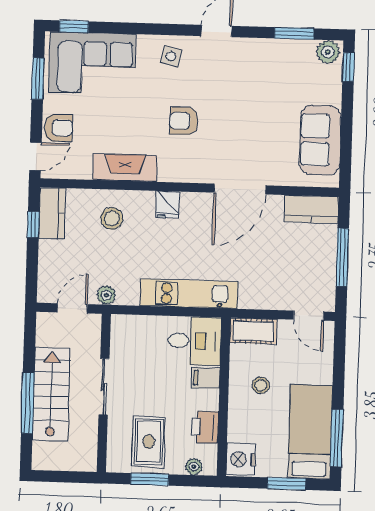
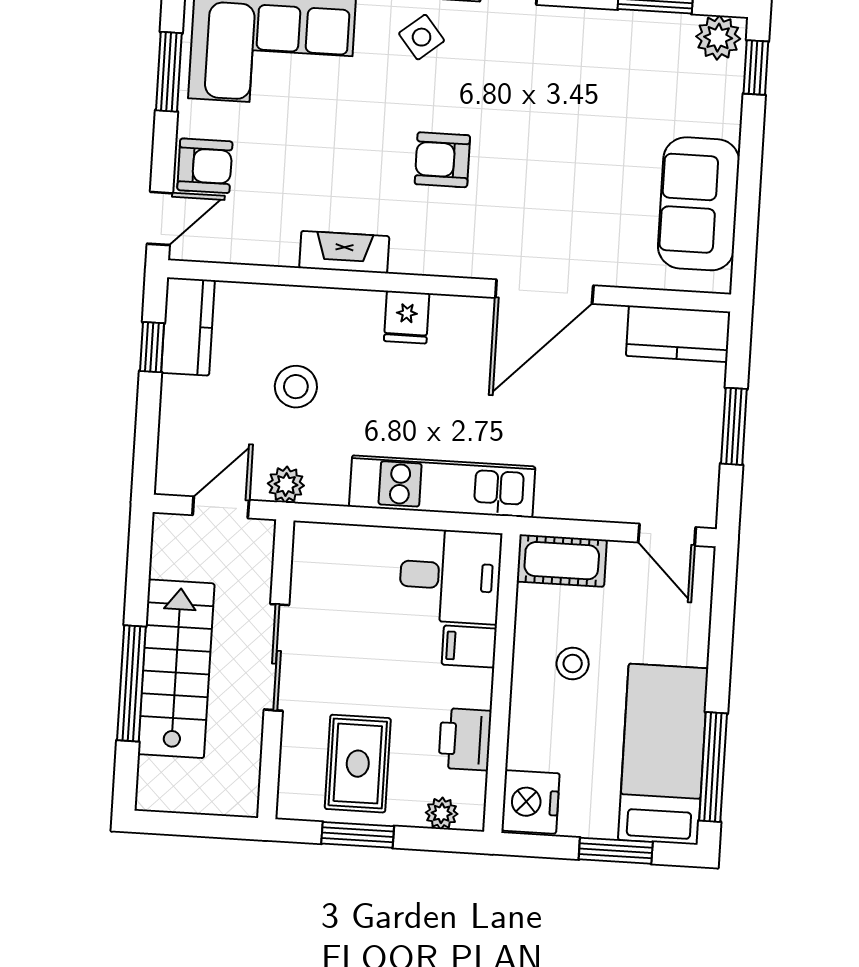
side table: (171, 56) -> (422, 37), turned 38
fireplace: (125, 168) -> (344, 252), width x0.73, depth x0.76
stool: (112, 218) -> (296, 387), moved
window: (342, 257) -> (734, 426), width x0.69

